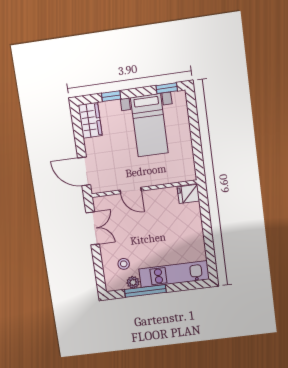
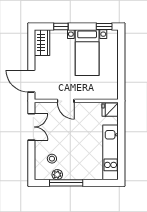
kitchen unit: (174, 274) -> (111, 152), moved, turned -90

